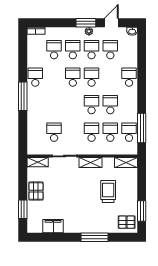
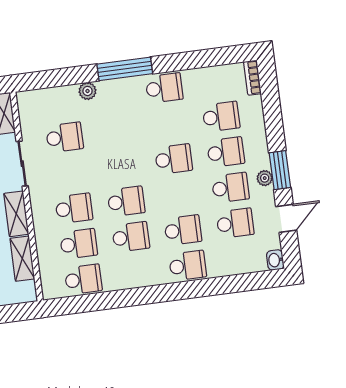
door: (111, 23) -> (286, 218), hinge flipped
school desk: (92, 77) -> (183, 230), moved
plant: (32, 117) -> (88, 91), added
window: (142, 128) -> (94, 302), removed
shelving: (126, 162) -> (22, 259), moved

